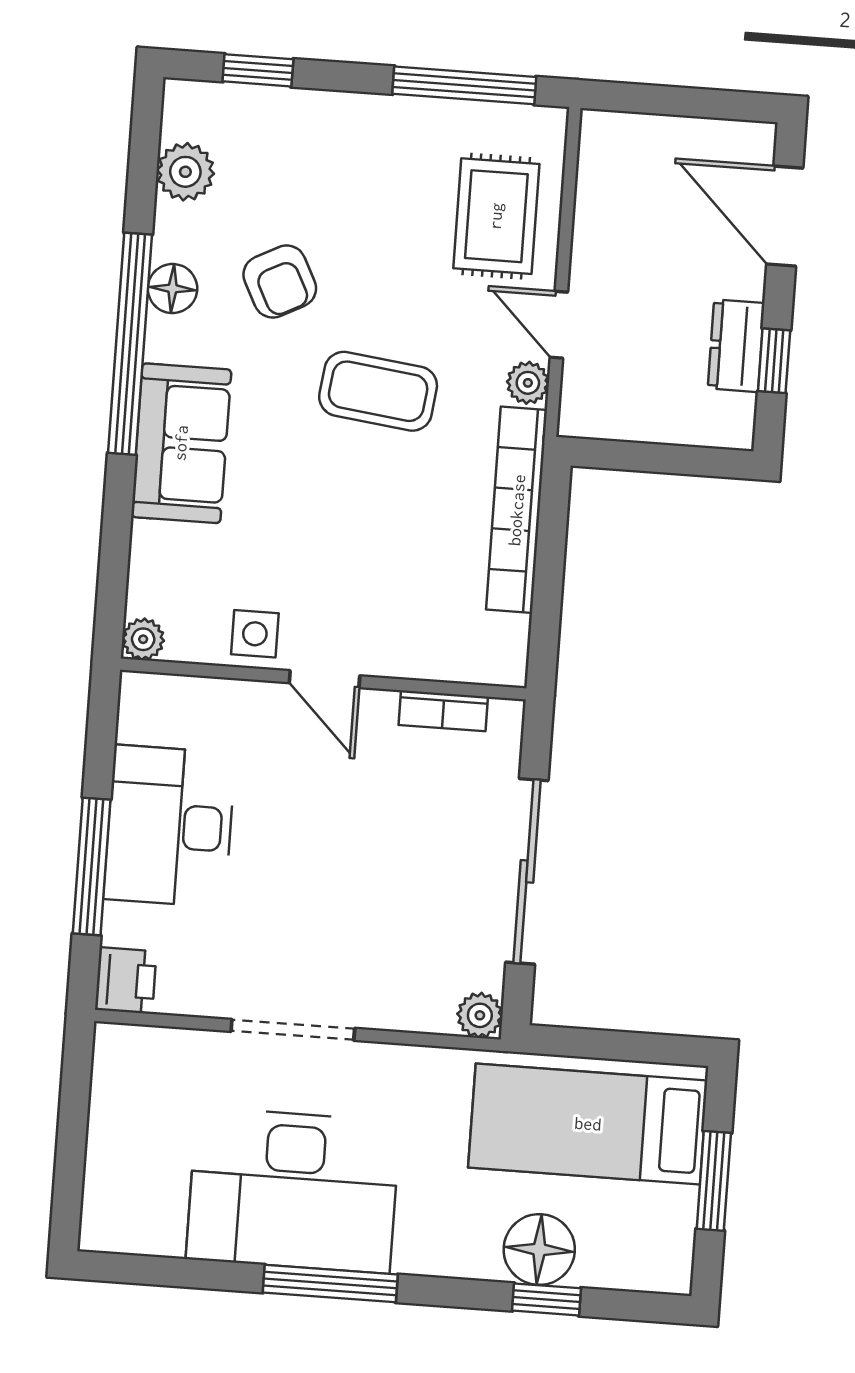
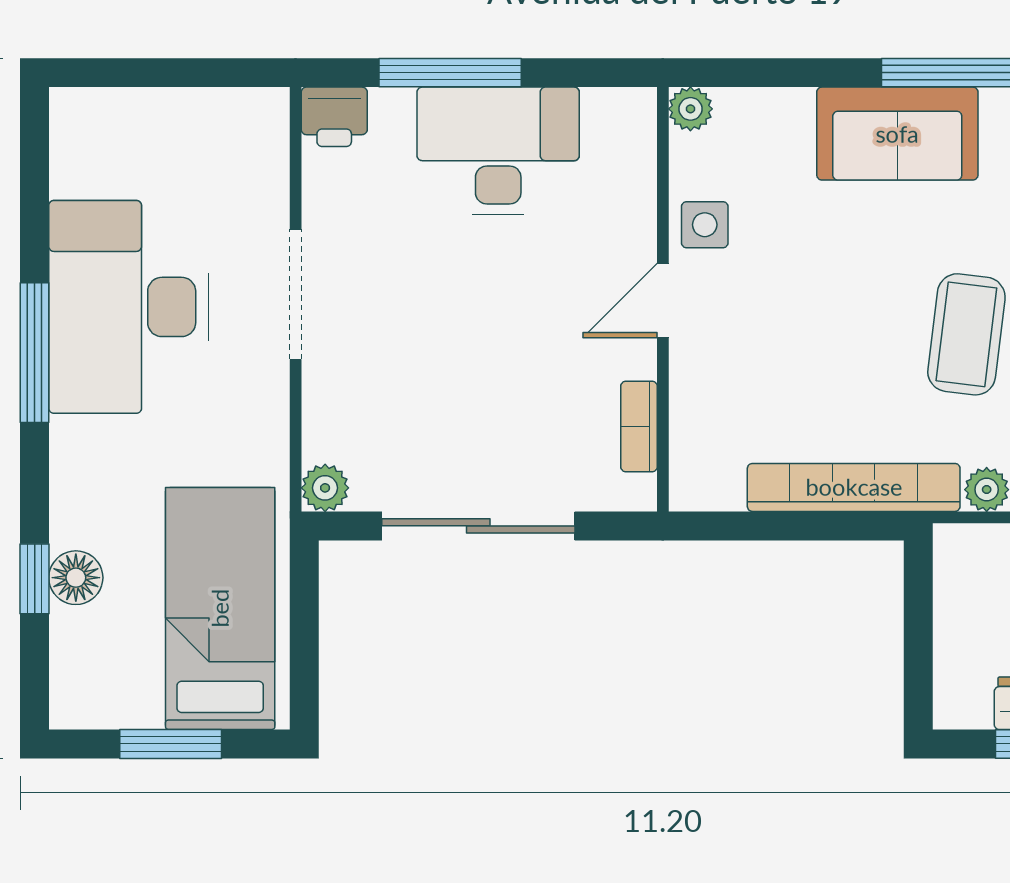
floor lamp: (539, 1249) -> (76, 578), width x0.73, depth x0.73

